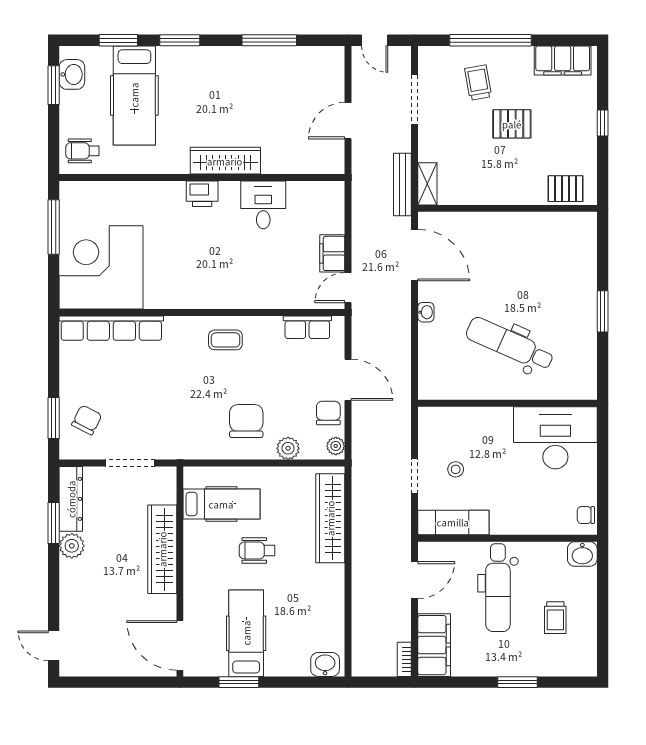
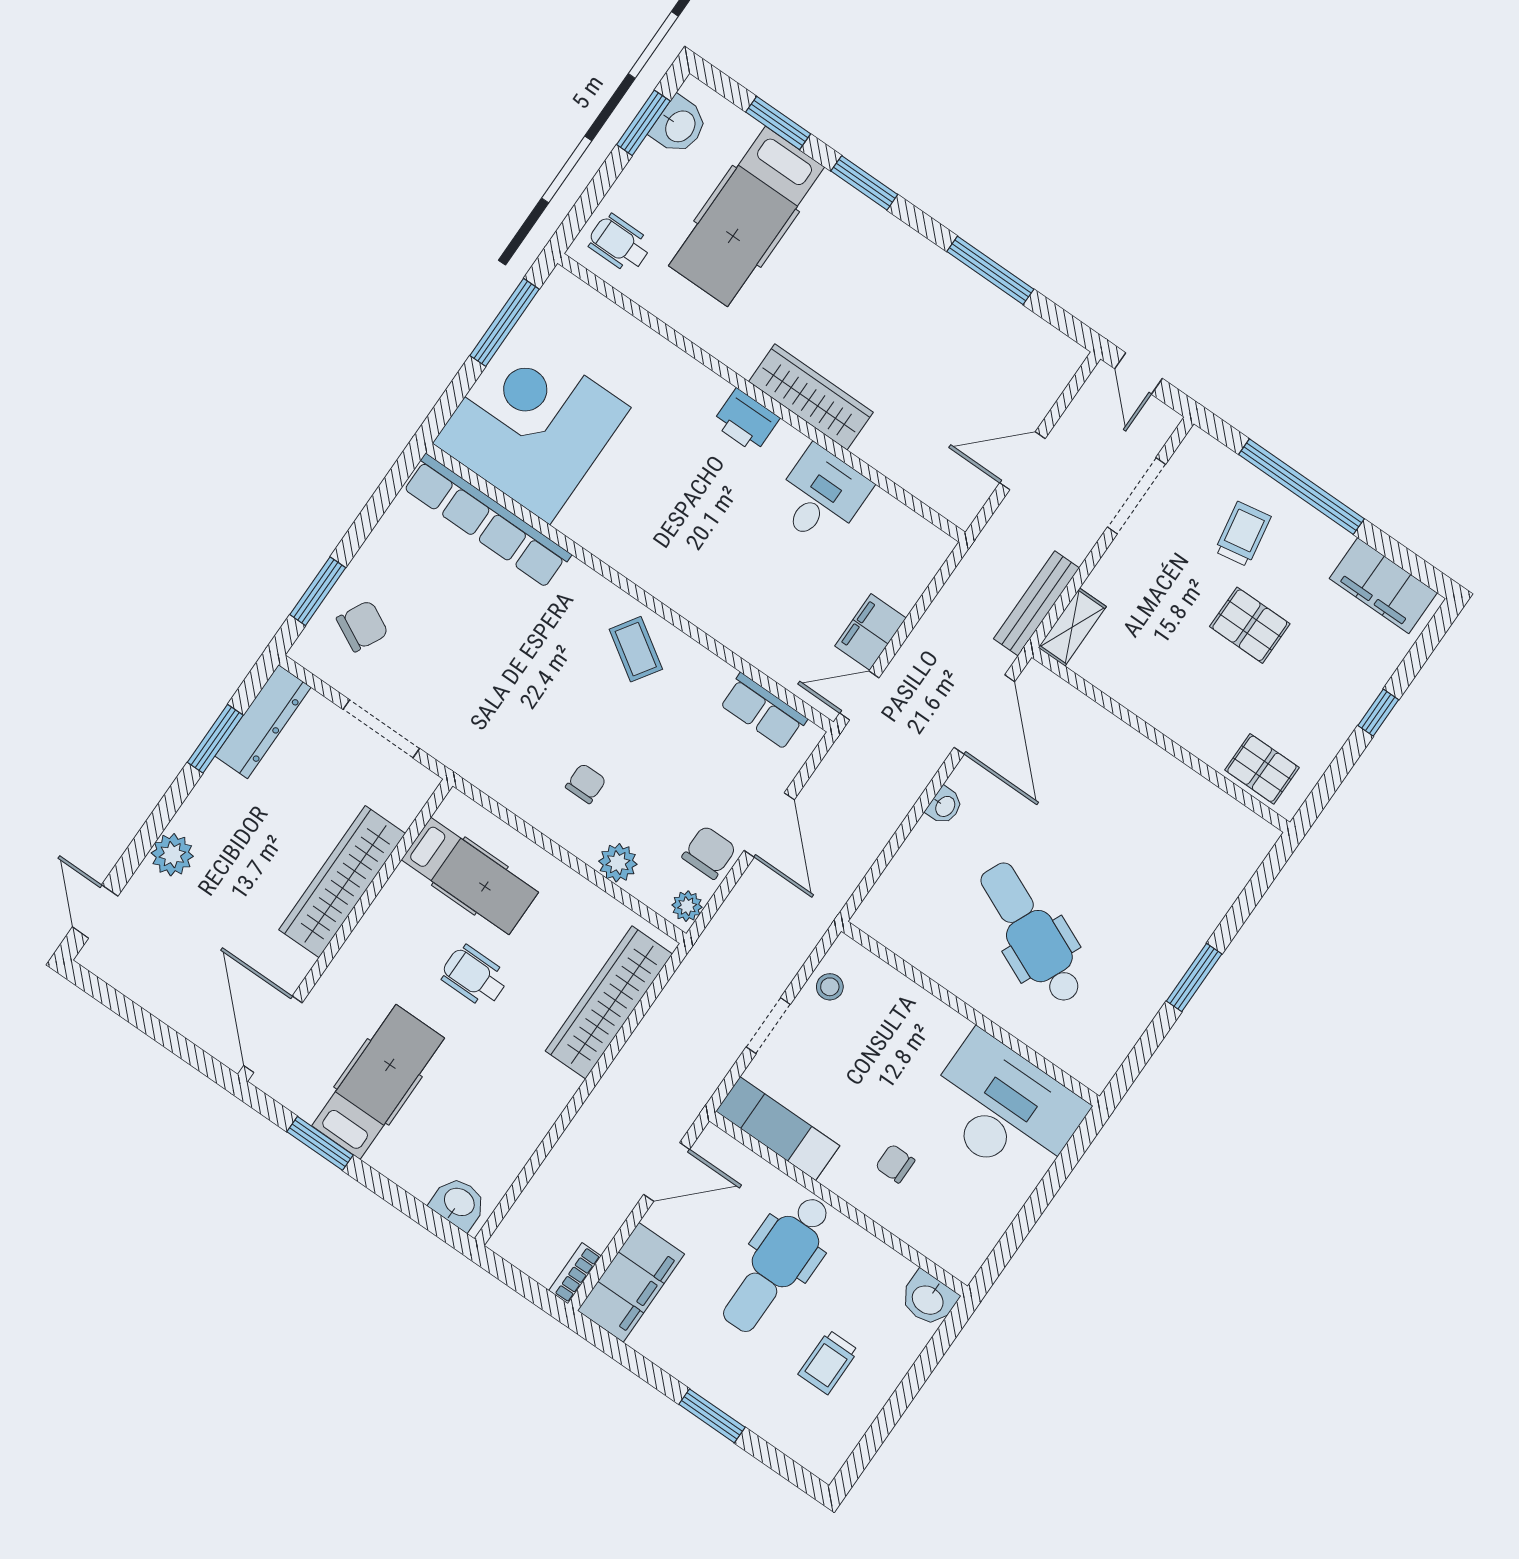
coffee table: (225, 340) -> (636, 649), turned 33
chair: (246, 421) -> (586, 783), width x0.54, depth x0.54
stool: (456, 469) -> (830, 987), moved
chair: (586, 515) -> (895, 1164), moved
plant: (72, 546) -> (172, 855), moved

